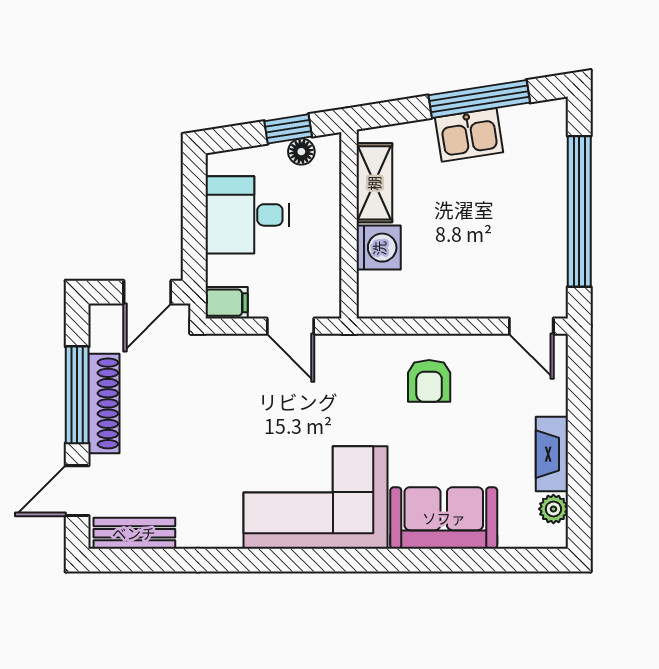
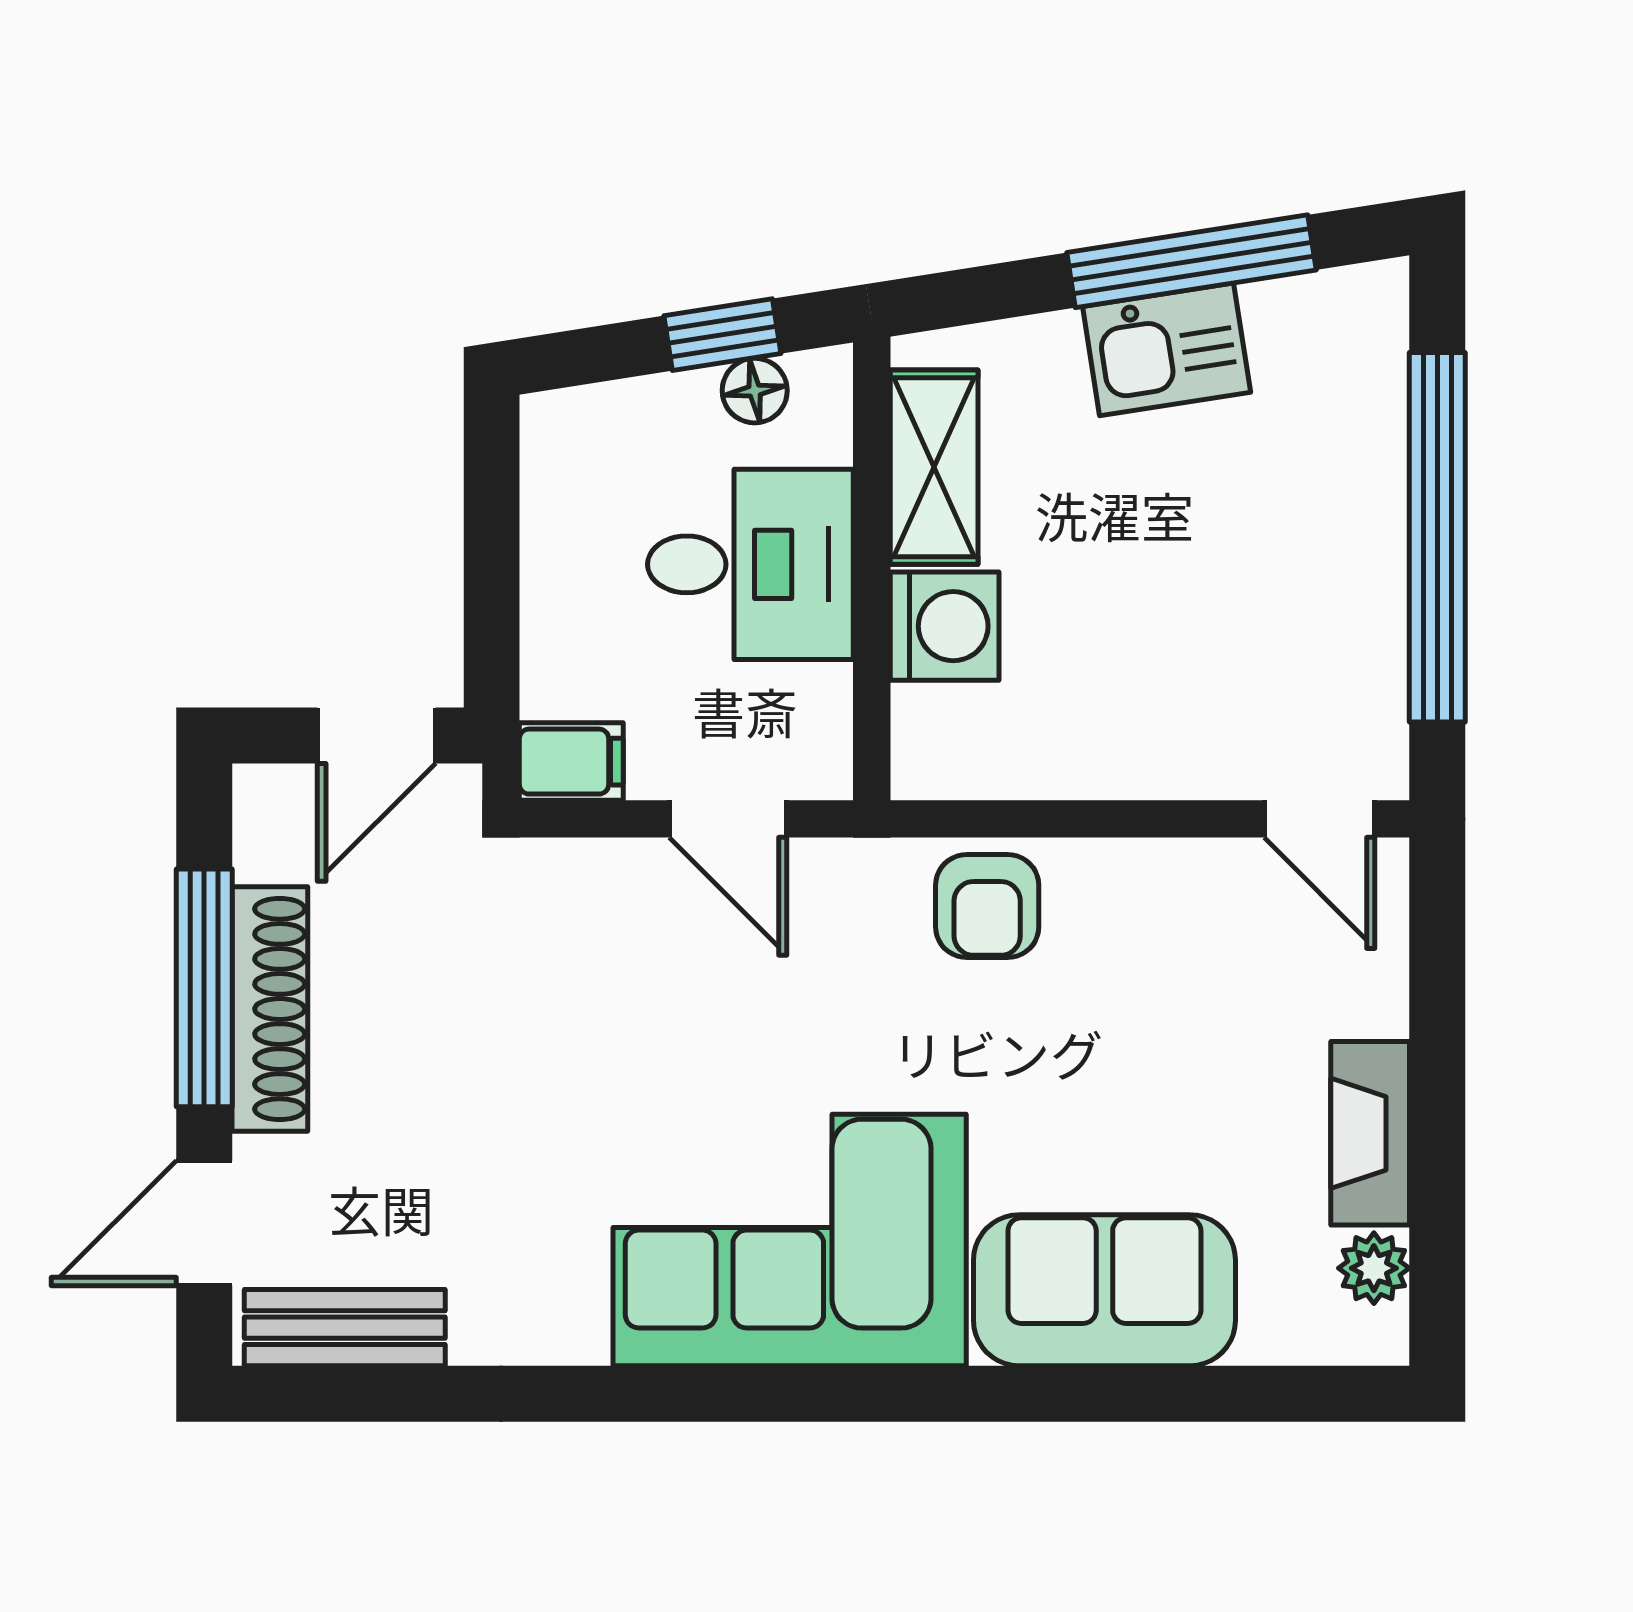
desk: (247, 215) -> (750, 564), moved, turned 180
armchair: (429, 381) -> (987, 906), moved

